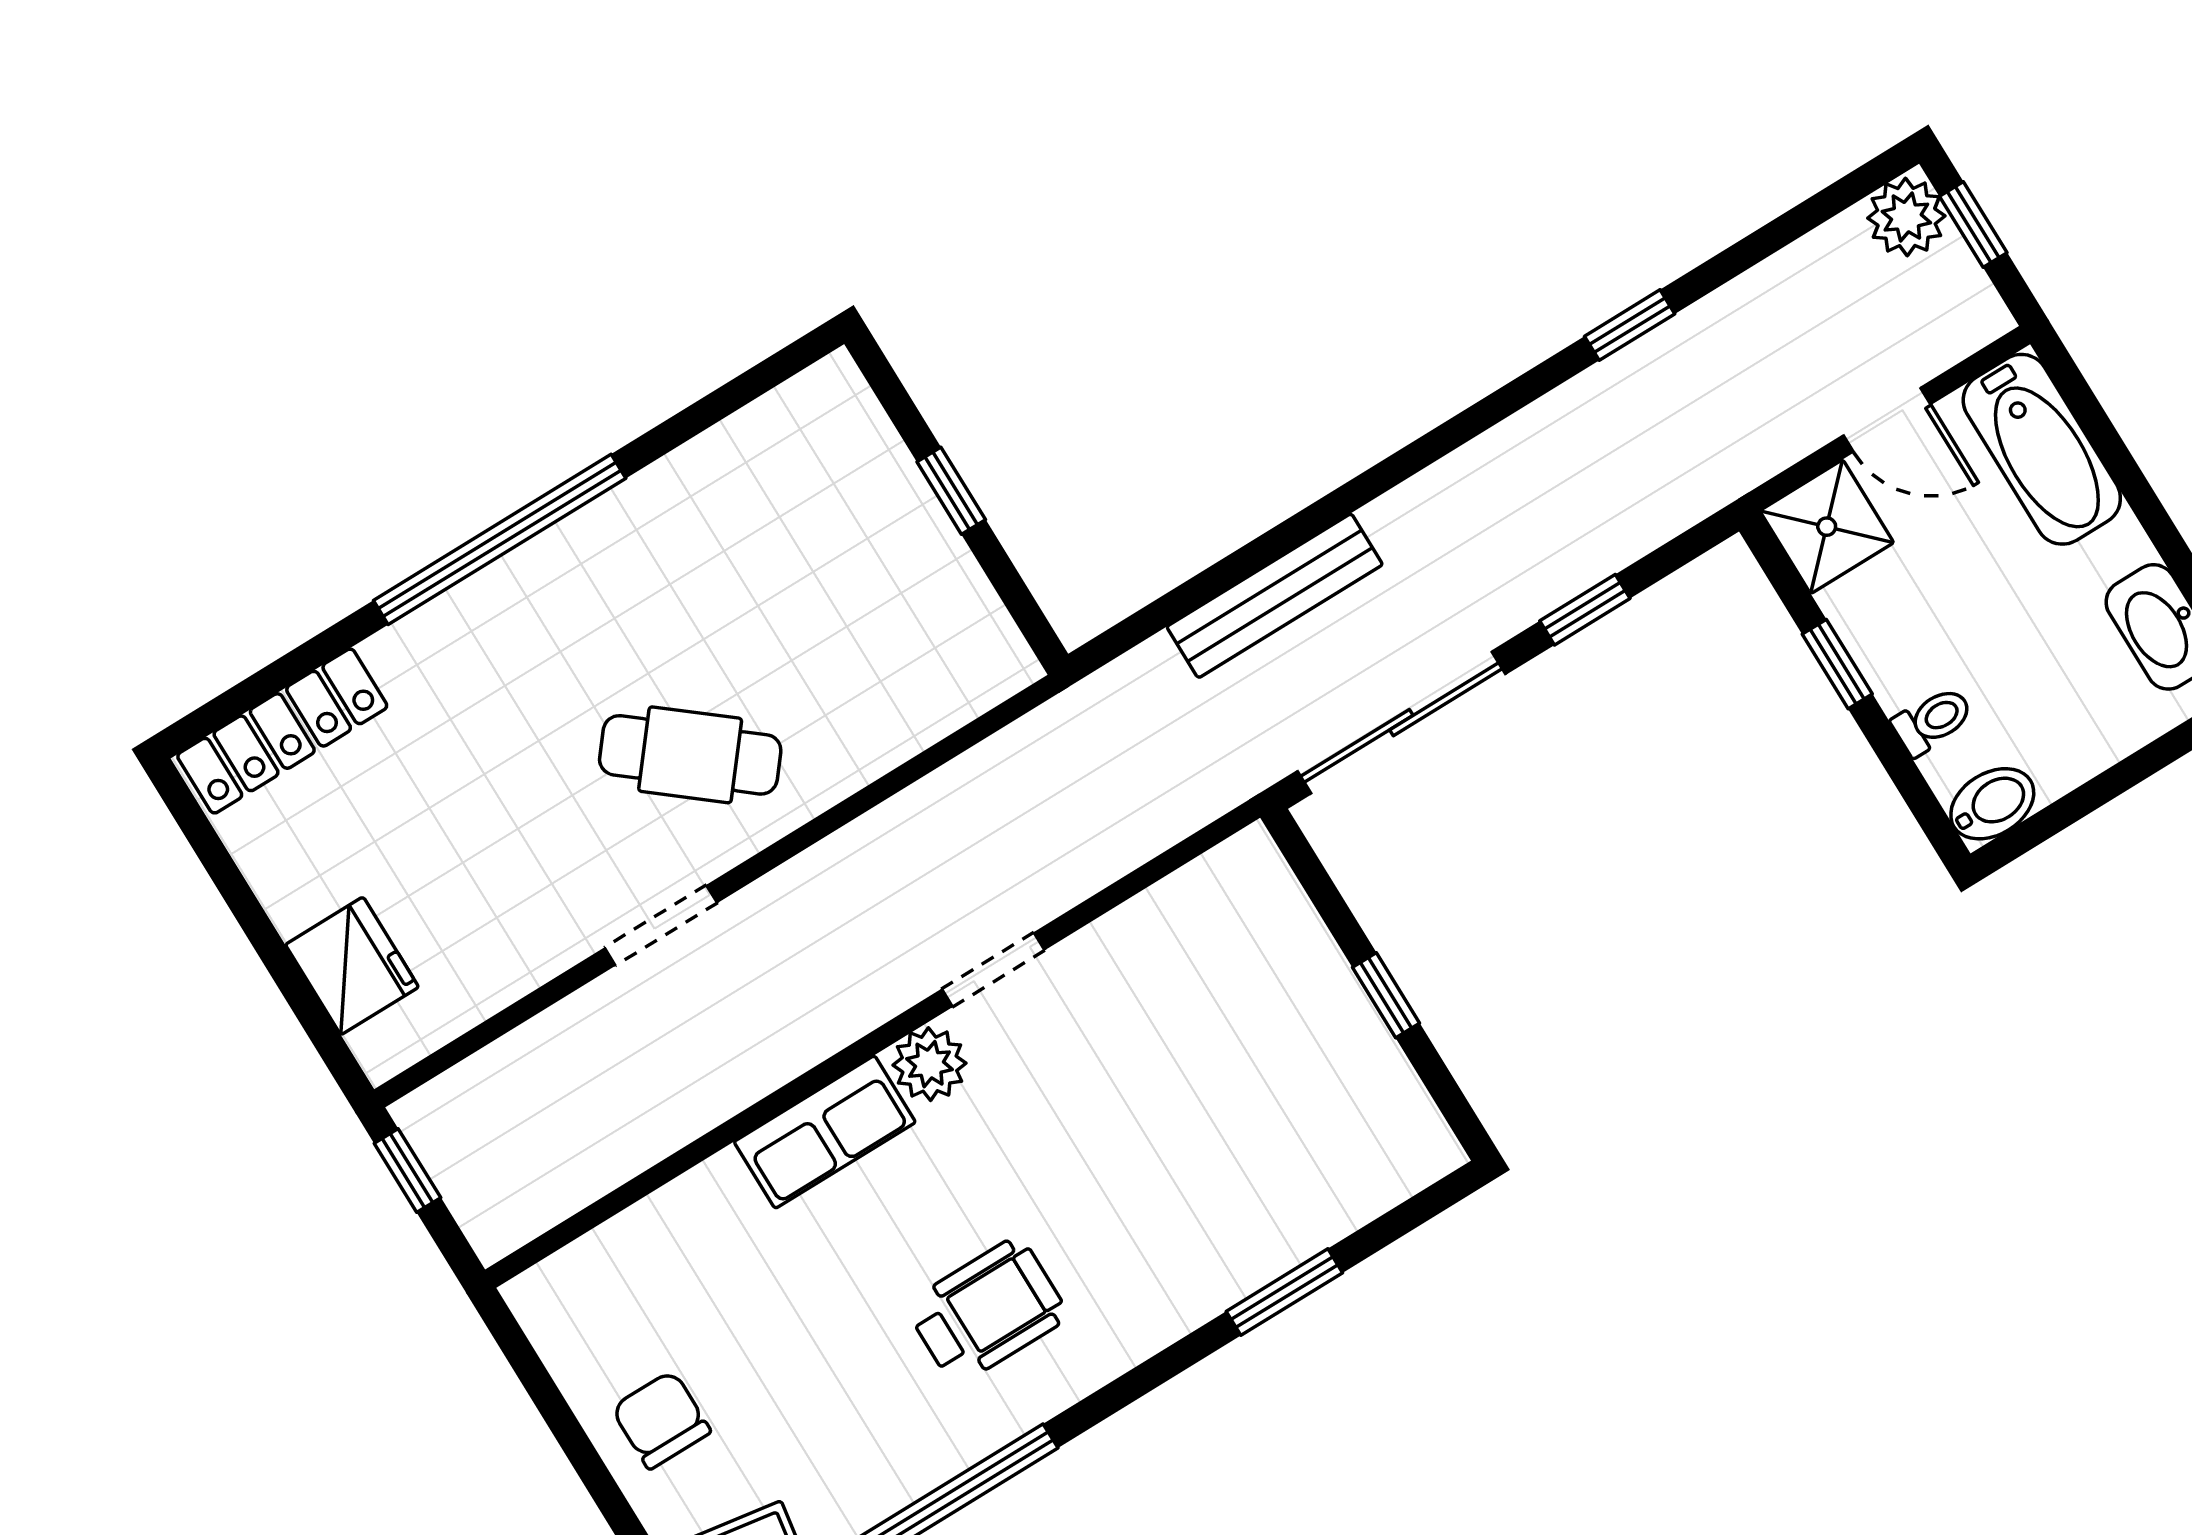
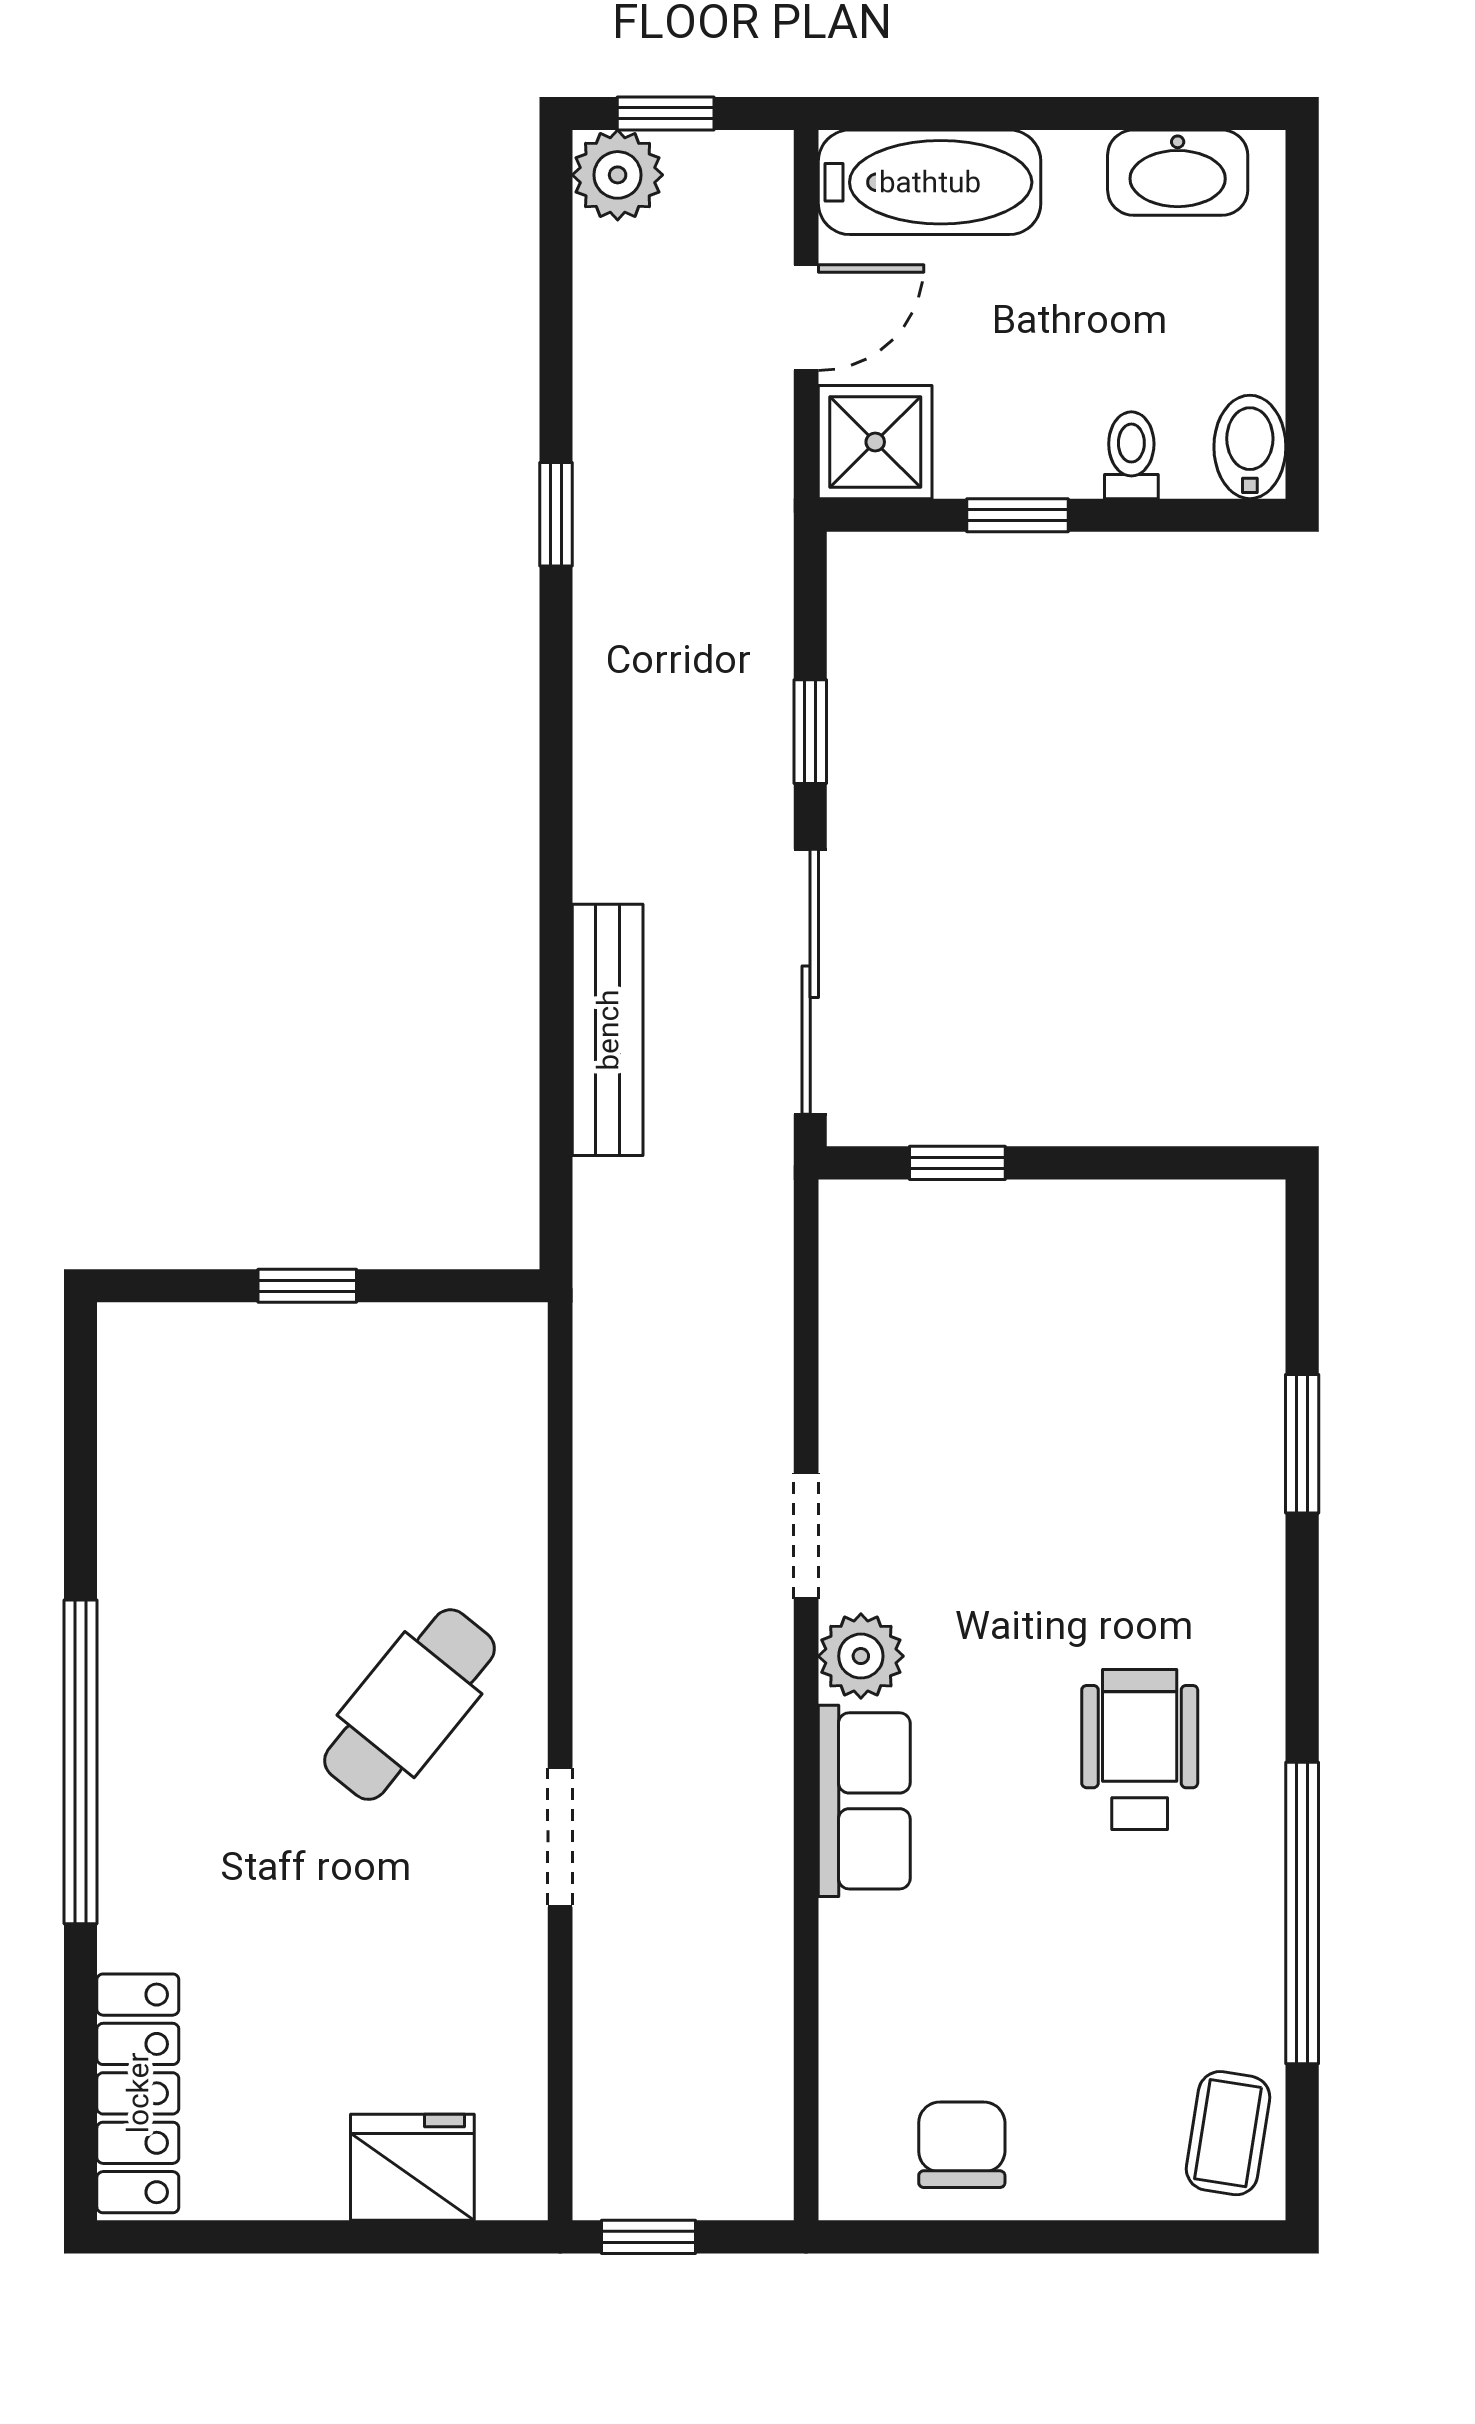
window: (1386, 995) -> (957, 1163), moved
chair: (661, 1420) -> (962, 2145), moved, turned 90

